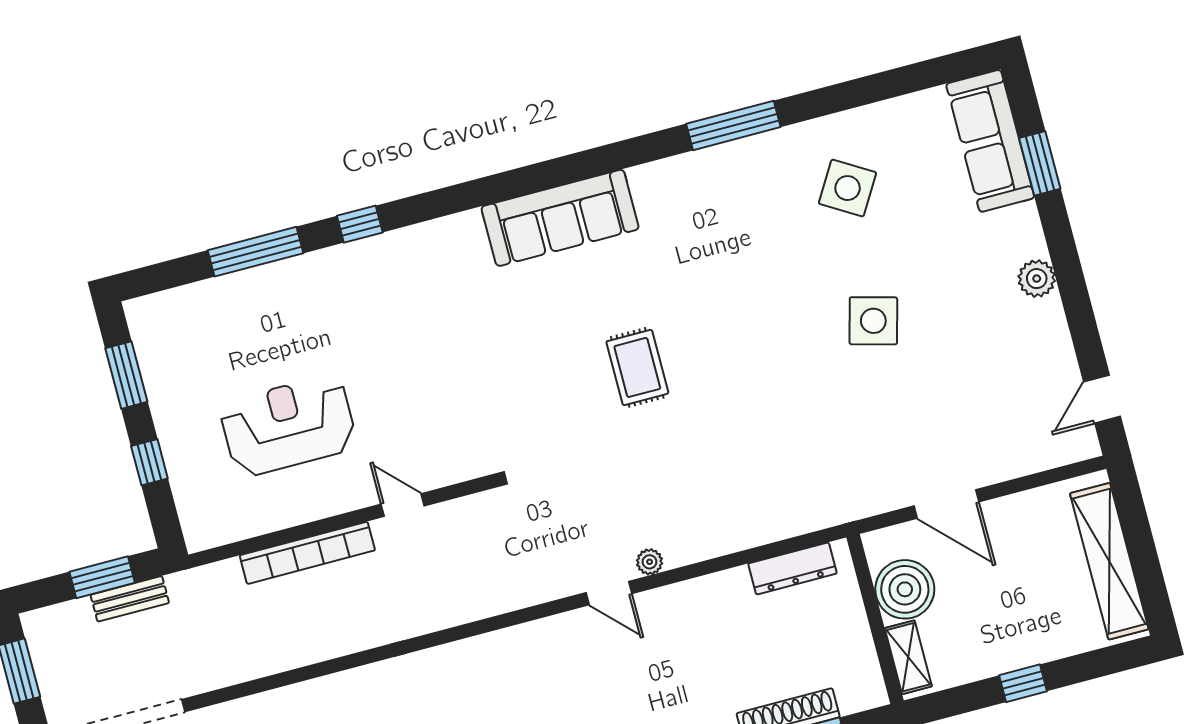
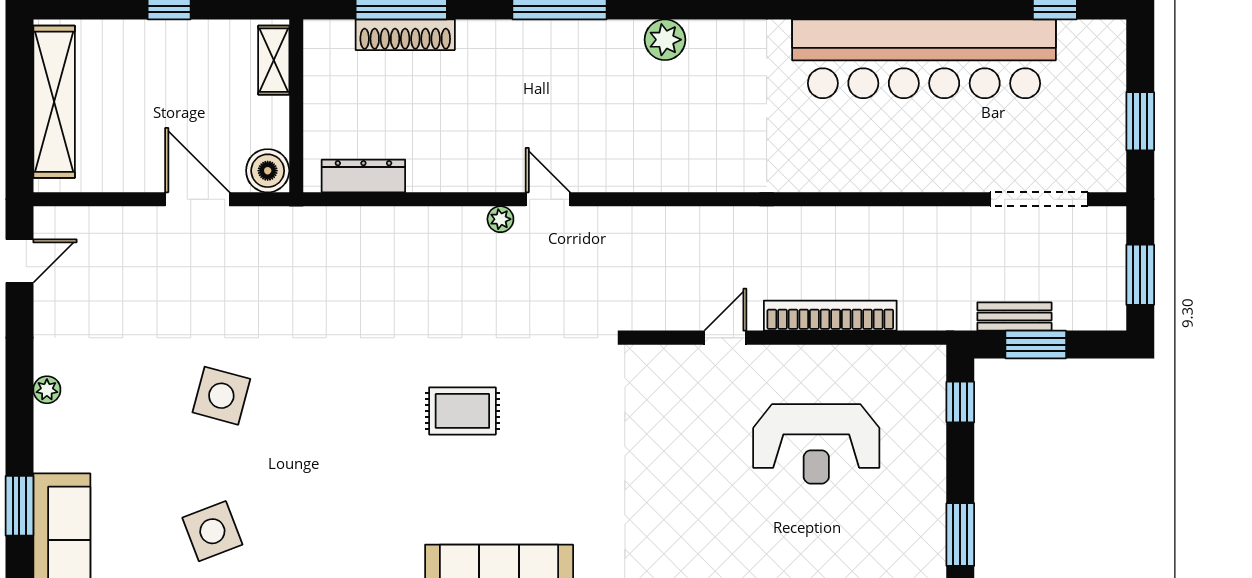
side table: (848, 188) -> (212, 531), turned 38
plant: (1037, 279) -> (47, 390), width x0.73, depth x0.73
rug: (637, 367) -> (462, 411), turned 90
window: (149, 462) -> (960, 402), moved
door: (403, 505) -> (725, 338), swing flipped
boiler: (905, 589) -> (268, 171), moved, width x0.73, depth x0.73

